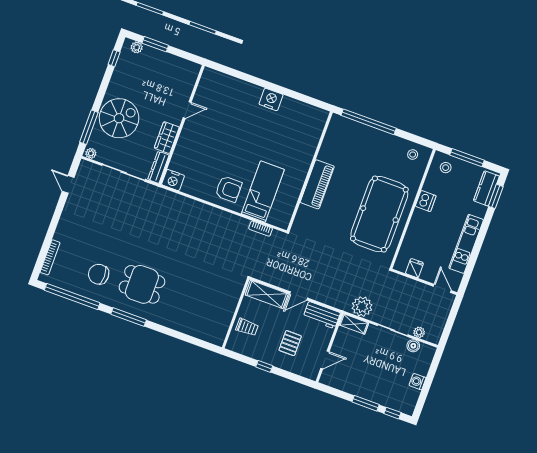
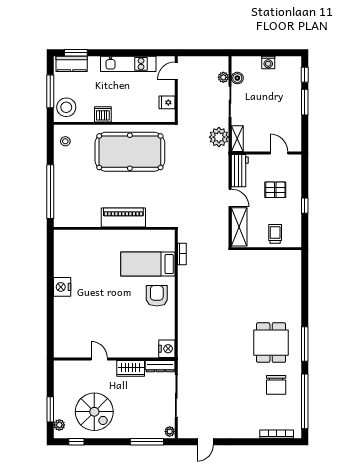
spiral stairs: (119, 118) -> (94, 412), moved, turned 180
stool: (446, 168) -> (66, 107), width x1.89, depth x1.89

